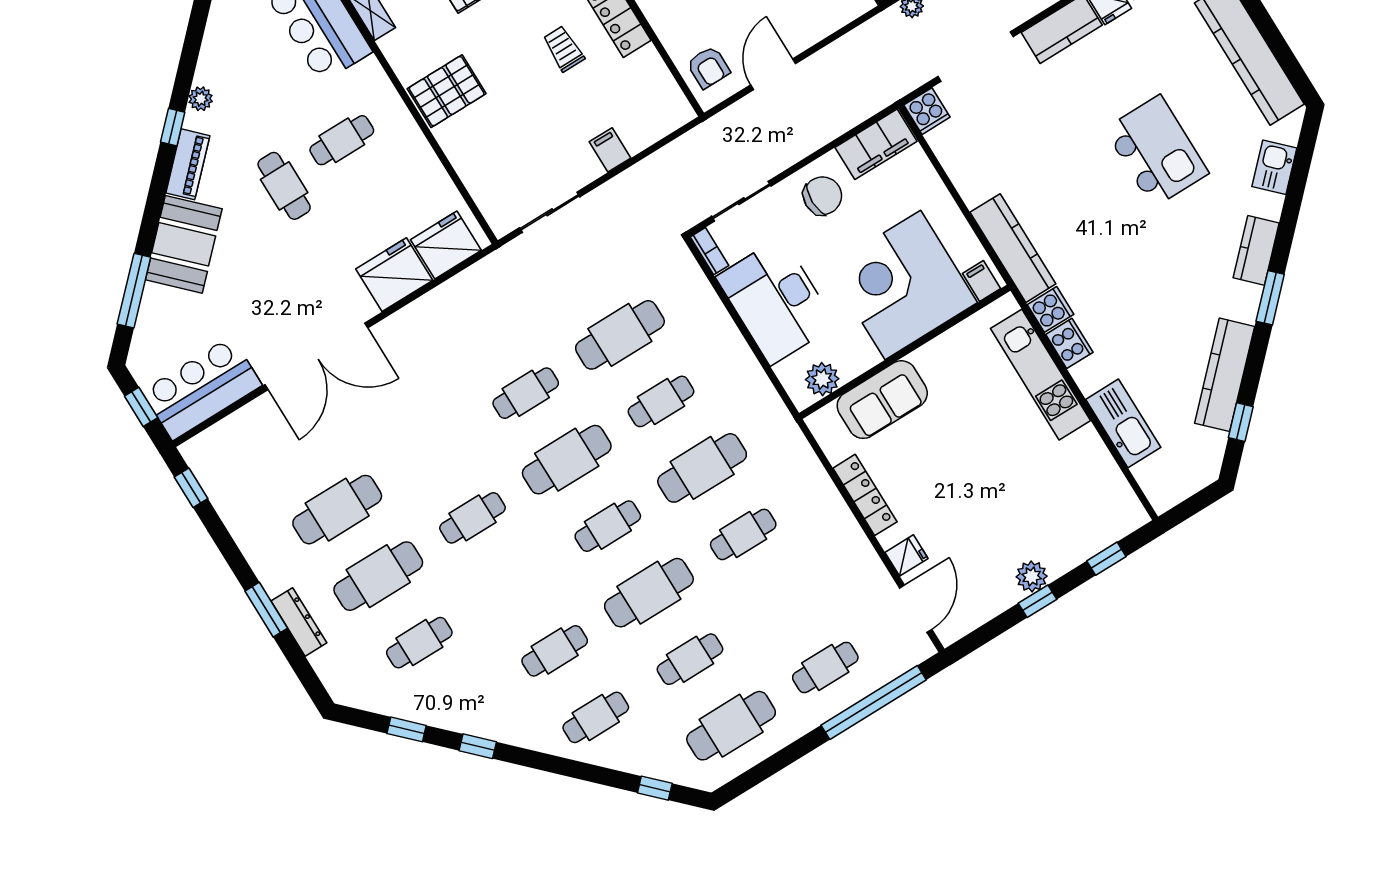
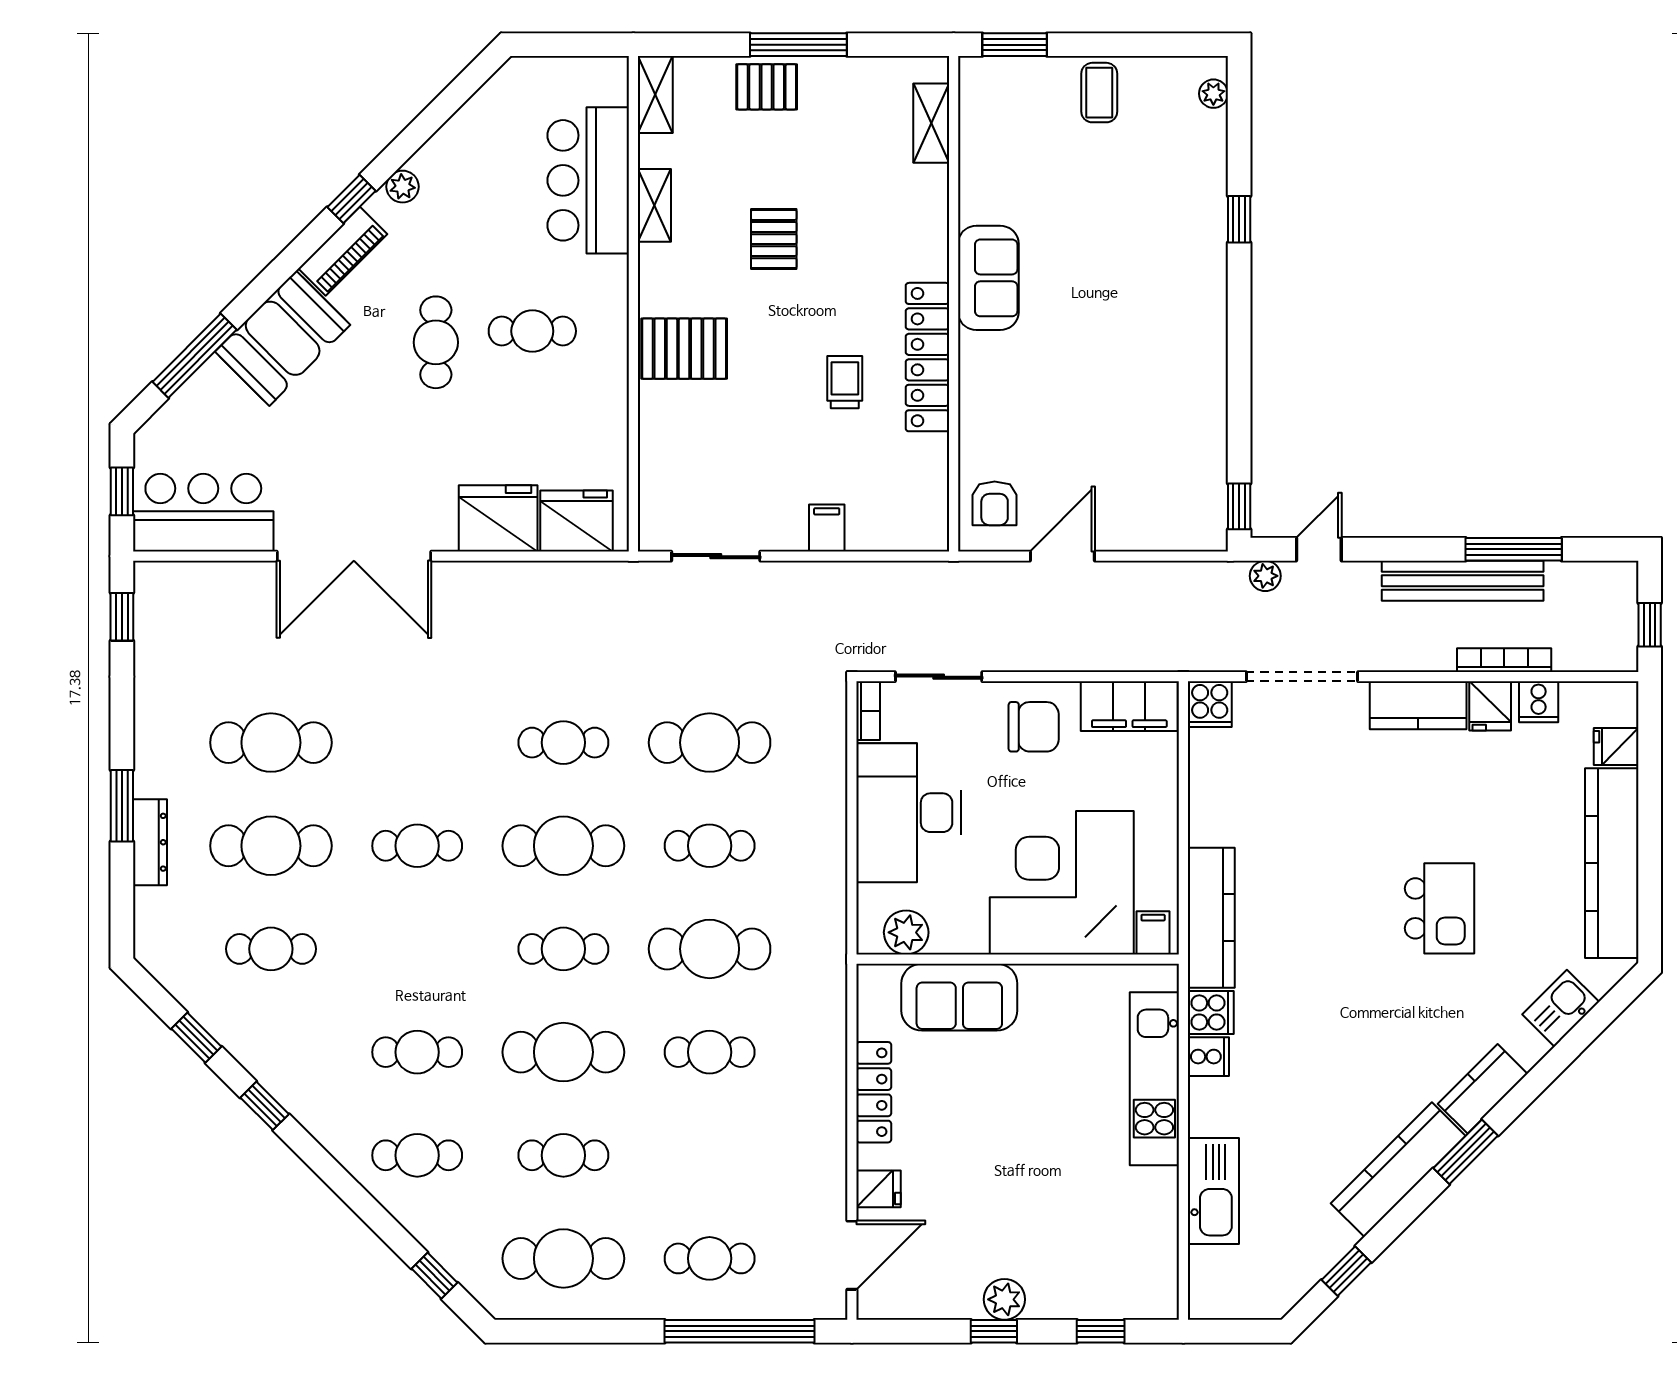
kitchen island: (1156, 151) -> (1440, 908), width x0.73, depth x0.78
cooker: (1069, 343) -> (1208, 1057), width x0.73
kitchen counter: (1225, 375) -> (1398, 1170), moved

